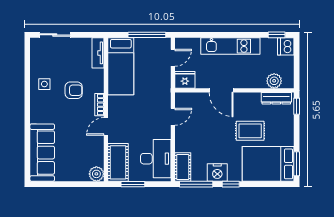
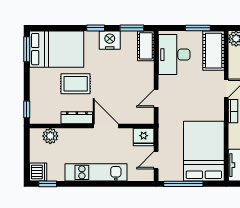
bed: (121, 66) -> (204, 151), width x1.50
dresser: (276, 98) -> (77, 118), moved
window: (196, 184) -> (132, 28), width x0.69

